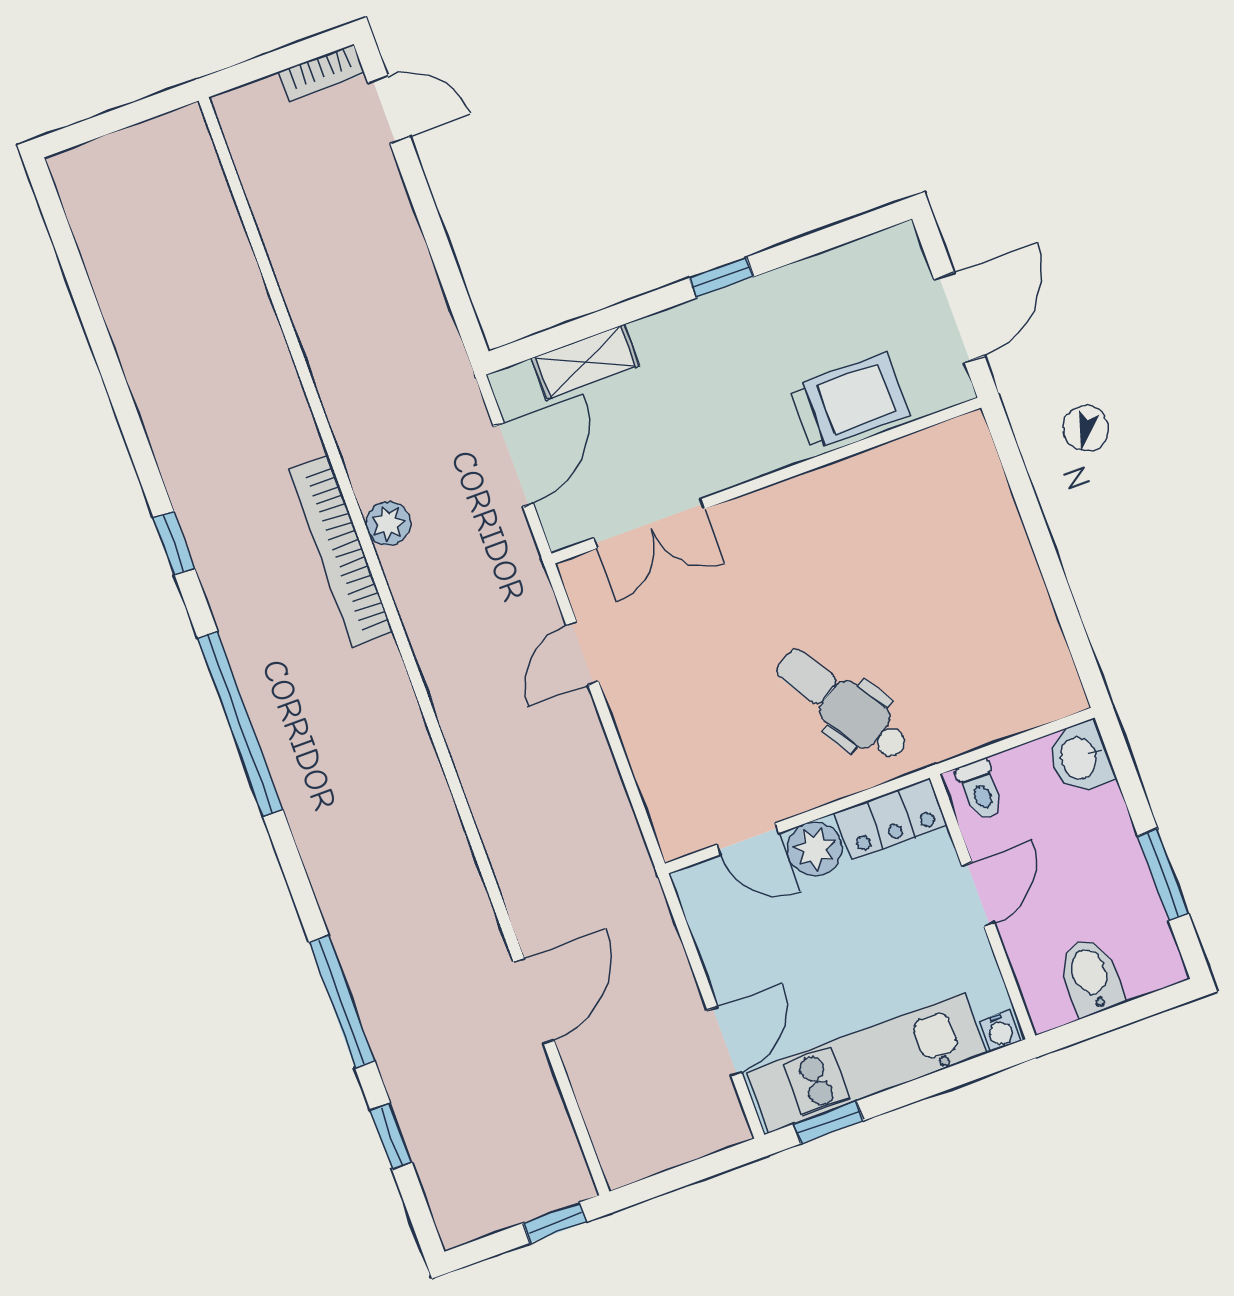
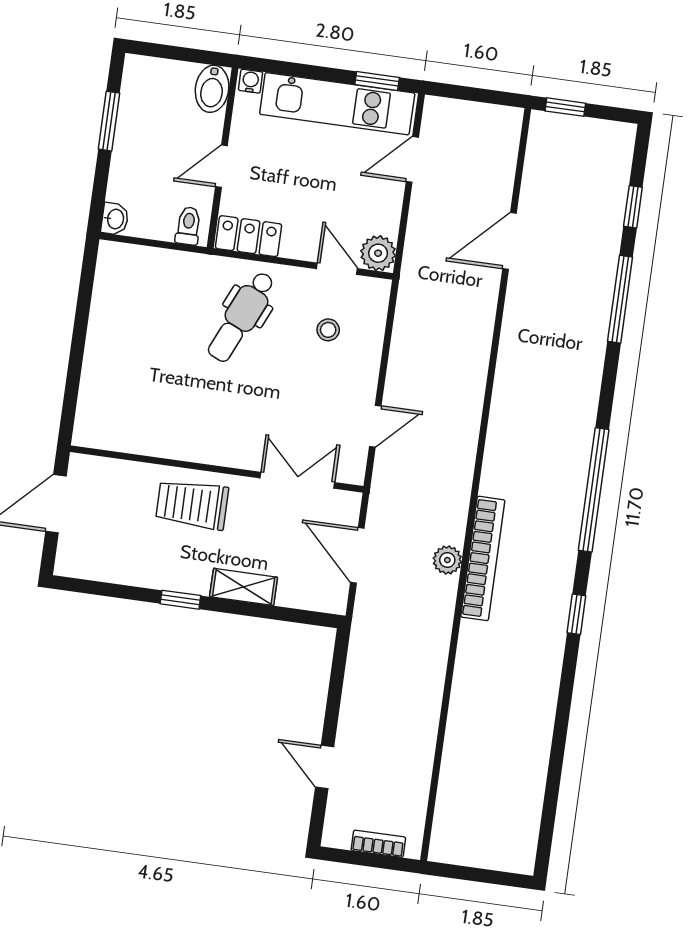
bookcase: (322, 73) -> (378, 844), moved
door: (389, 110) -> (325, 767), moved
shelving: (585, 362) -> (244, 587), moved
trolley: (849, 401) -> (192, 504), moved
door: (513, 465) -> (357, 555), hinge flipped
dental chair: (843, 705) -> (241, 317), turned 56
stool: (716, 750) -> (328, 330), added
washbasin: (1080, 758) -> (115, 219), width x0.72, depth x0.69
plant: (815, 849) -> (378, 253), moved
bidet: (1091, 977) -> (212, 89), moved

